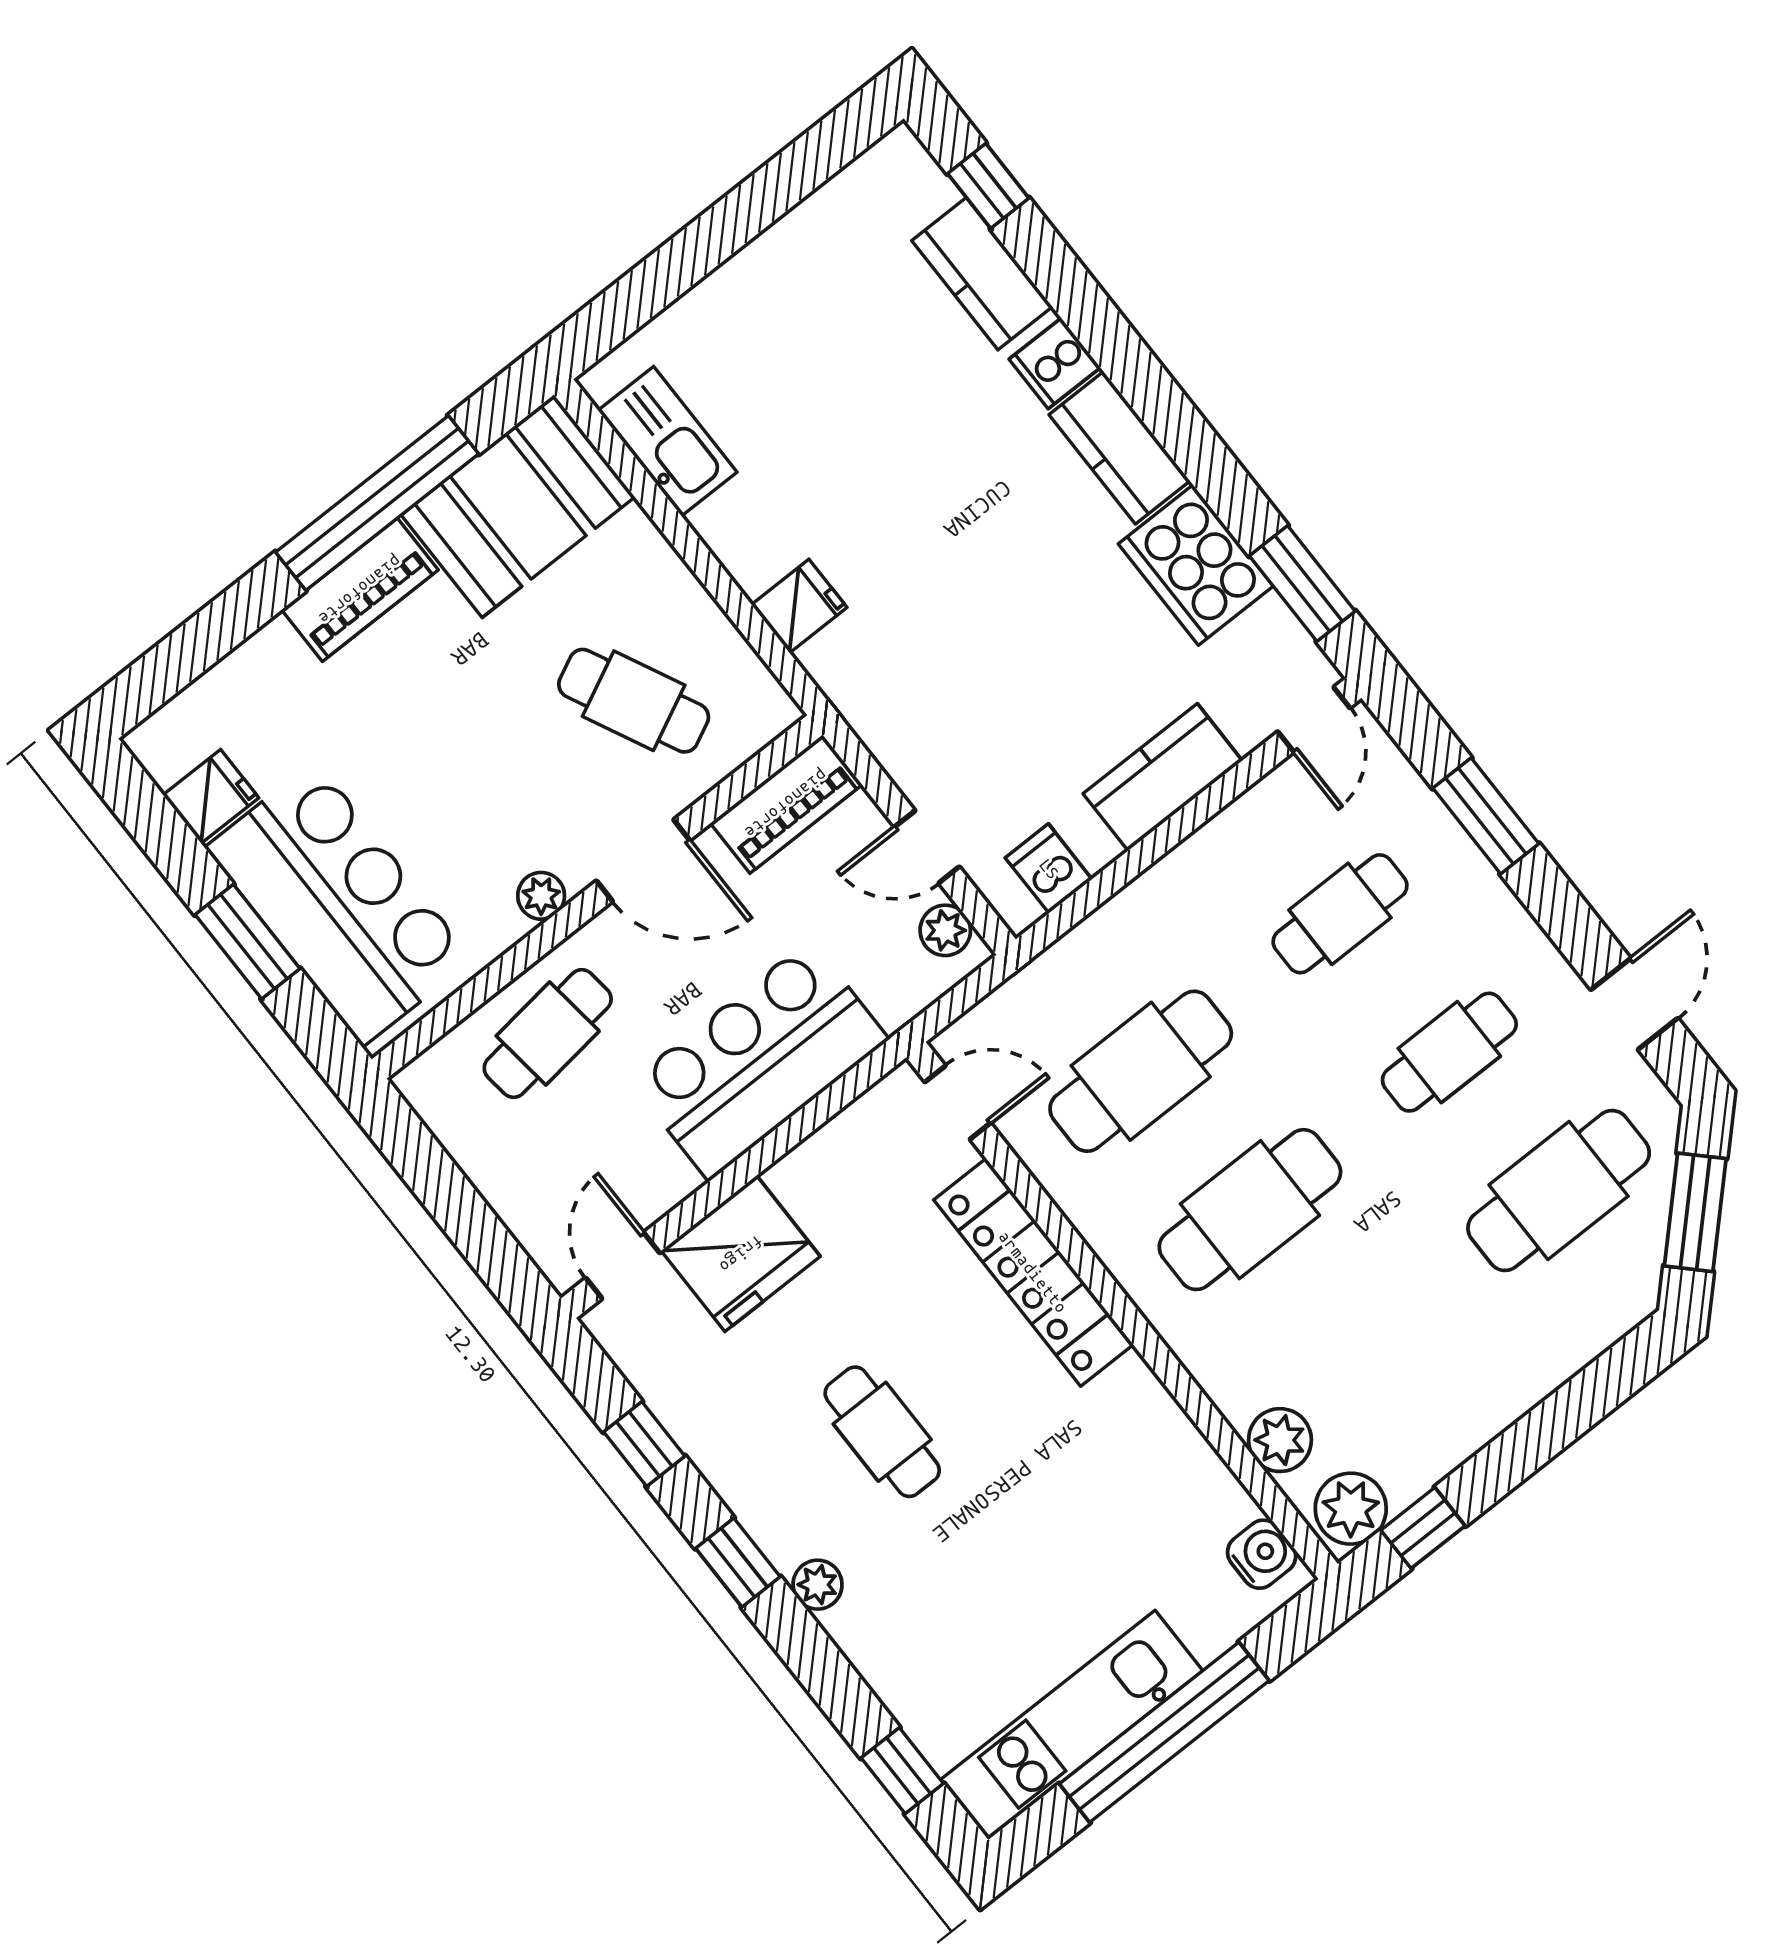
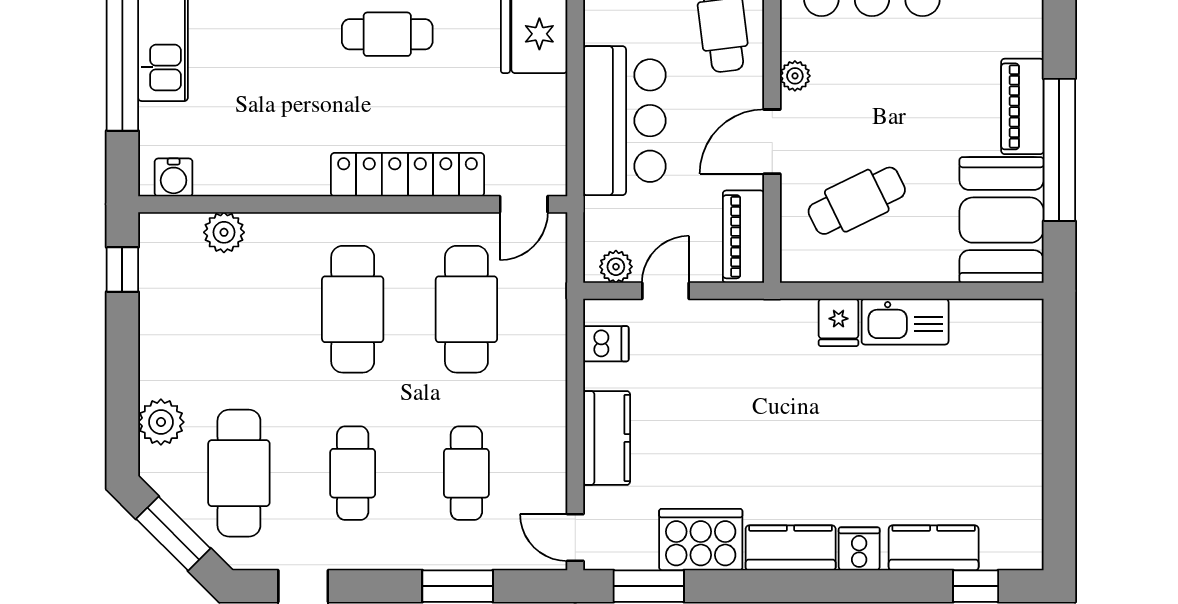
kitchen sink: (667, 441) -> (905, 322), moved
plant: (1351, 1509) -> (161, 422), moved

